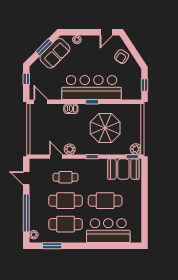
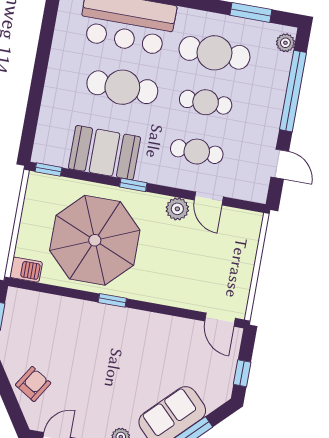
bar counter: (92, 88) -> (108, 330), removed
barbecue: (71, 109) -> (26, 270), moved
parasol: (105, 128) -> (95, 240), width x1.36, depth x1.36
plant: (136, 149) -> (38, 184), removed
booth: (123, 169) -> (105, 153), moved
cafe table: (66, 201) -> (206, 102), width x0.73, depth x0.74

